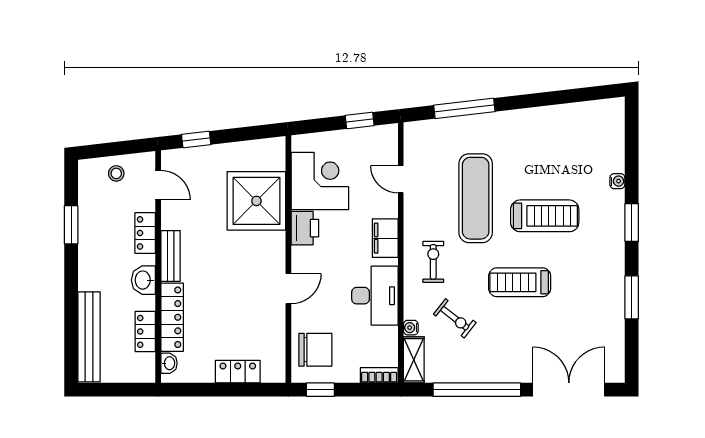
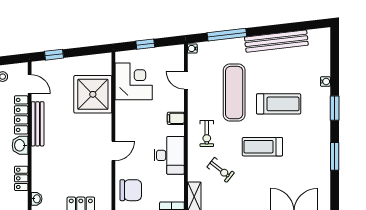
bench: (541, 118) -> (276, 41), added
window: (360, 121) -> (145, 44), moved
printer: (305, 228) -> (124, 112), removed
locker: (145, 233) -> (21, 115), width x1.53
filing cabinet: (385, 238) -> (176, 118), width x0.50
bench: (171, 256) -> (38, 124), width x1.36
exercise bike: (433, 262) -> (207, 134), turned 180
locker: (172, 317) -> (39, 169), removed
water cooler: (411, 328) -> (192, 49), moved

